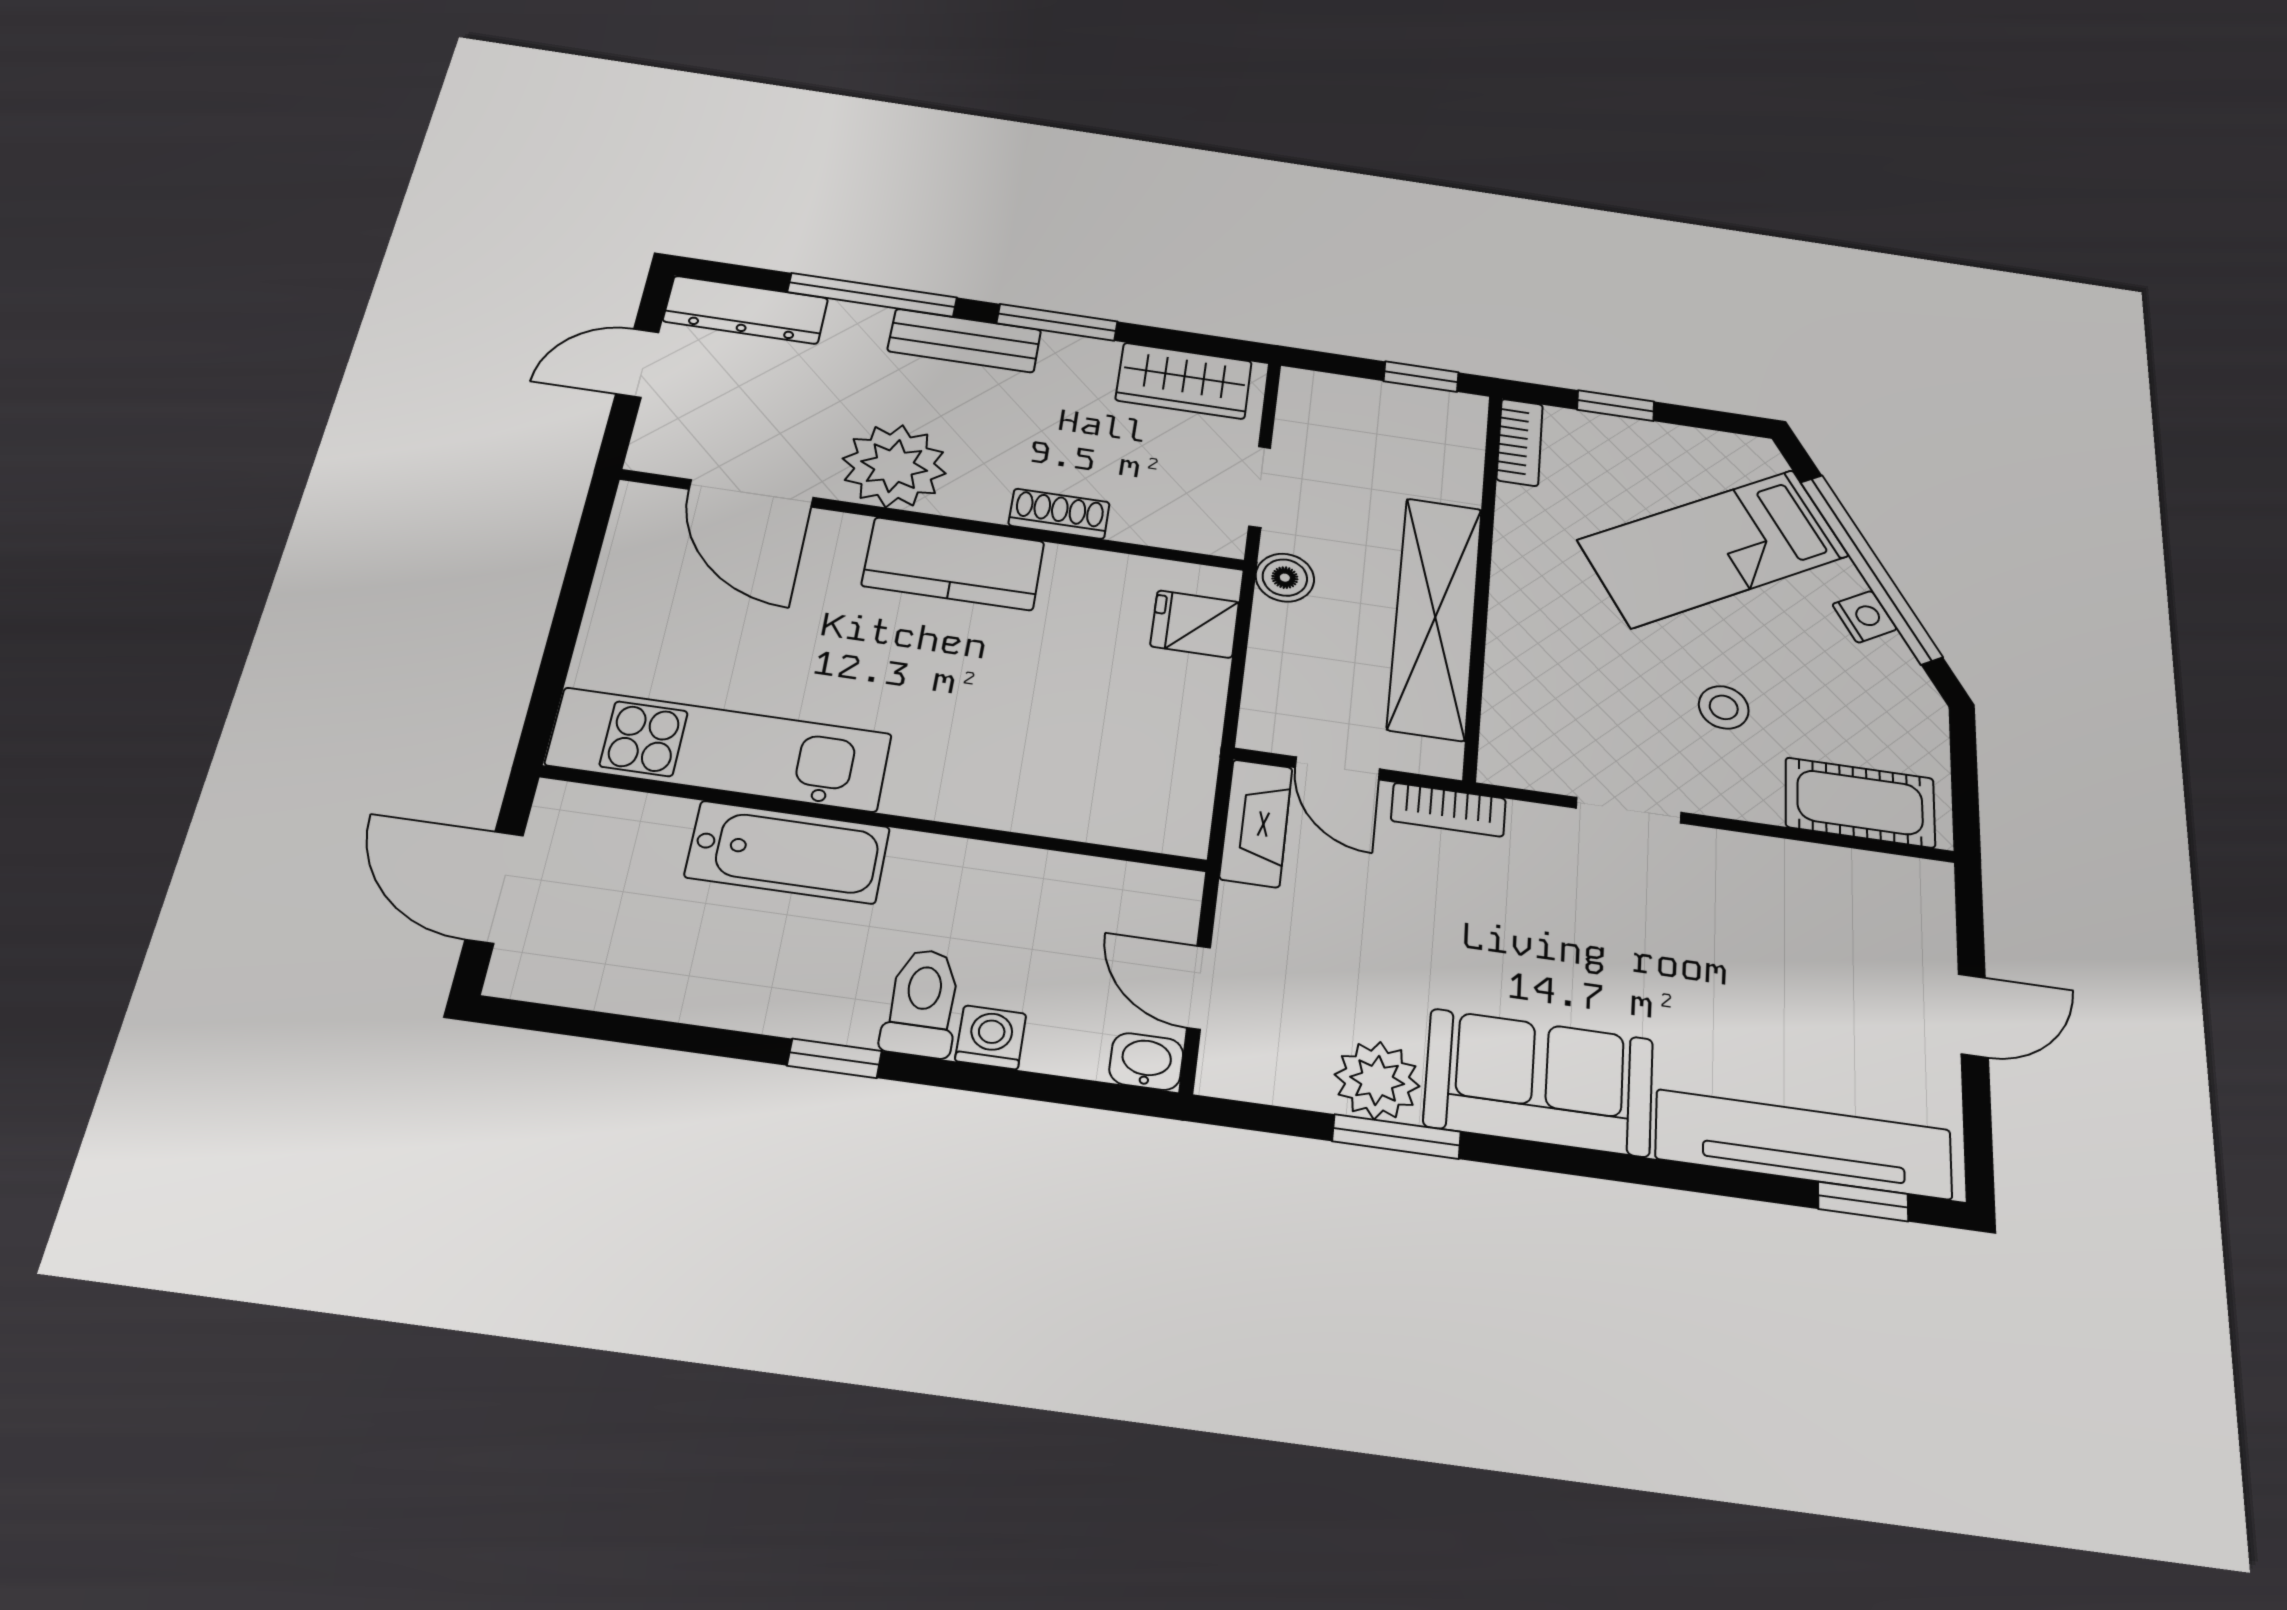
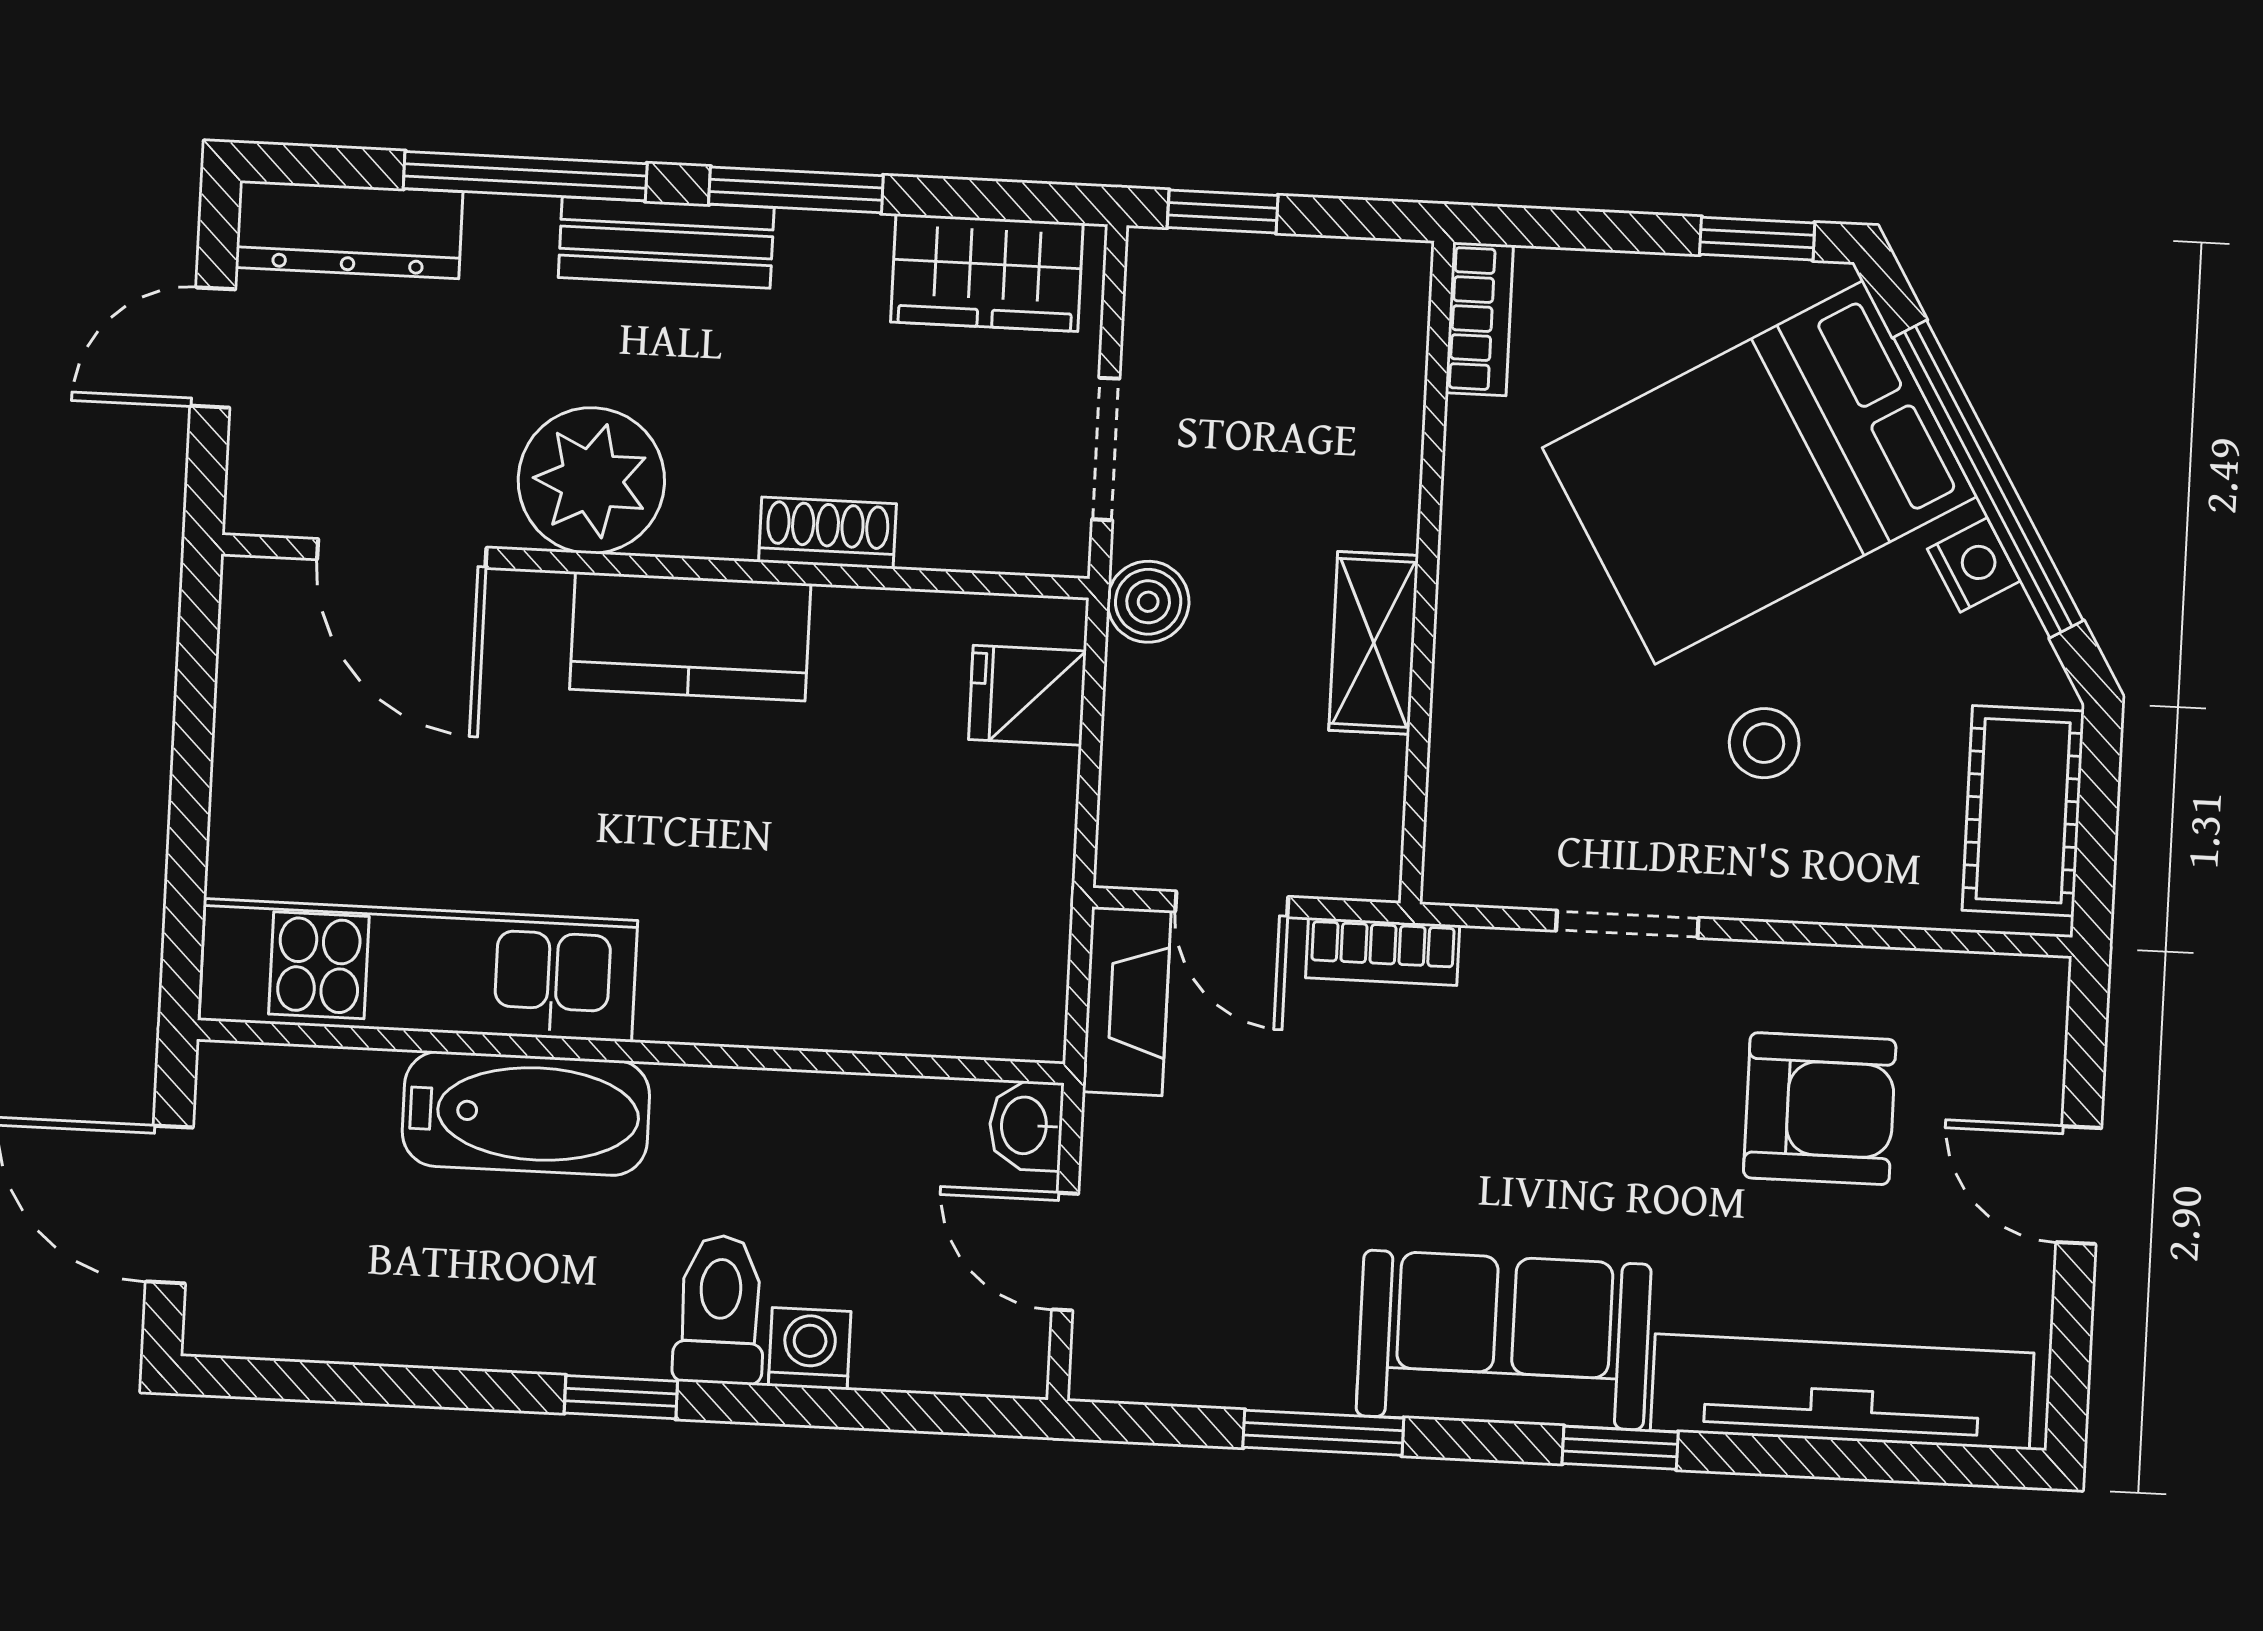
window: (1421, 377) -> (1223, 211), moved
window: (1616, 406) -> (1757, 239), moved
bed: (1713, 548) -> (1759, 472), width x1.50
shelving: (1435, 617) -> (1374, 643), width x0.45, depth x0.75
cot: (1860, 802) -> (2023, 811), moved, turned 90
armchair: (1776, 945) -> (1820, 1109), added
door: (1973, 1016) -> (2079, 1185), swing flipped
washbasin: (1146, 1061) -> (1026, 1125), moved, turned -90
plant: (1377, 1080) -> (1297, 1358), removed
window: (1863, 1202) -> (1620, 1448), moved

